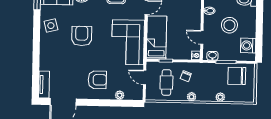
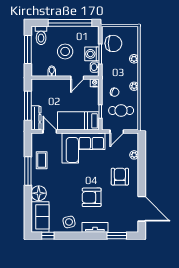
window: (259, 31) -> (70, 23), added
armchair: (82, 36) -> (92, 197), moved
washing machine: (248, 46) -> (92, 54), moved, turned 90
window: (36, 75) -> (117, 236), added
chair: (237, 76) -> (113, 43), turned -90
tv unit: (44, 85) -> (95, 227), moved

